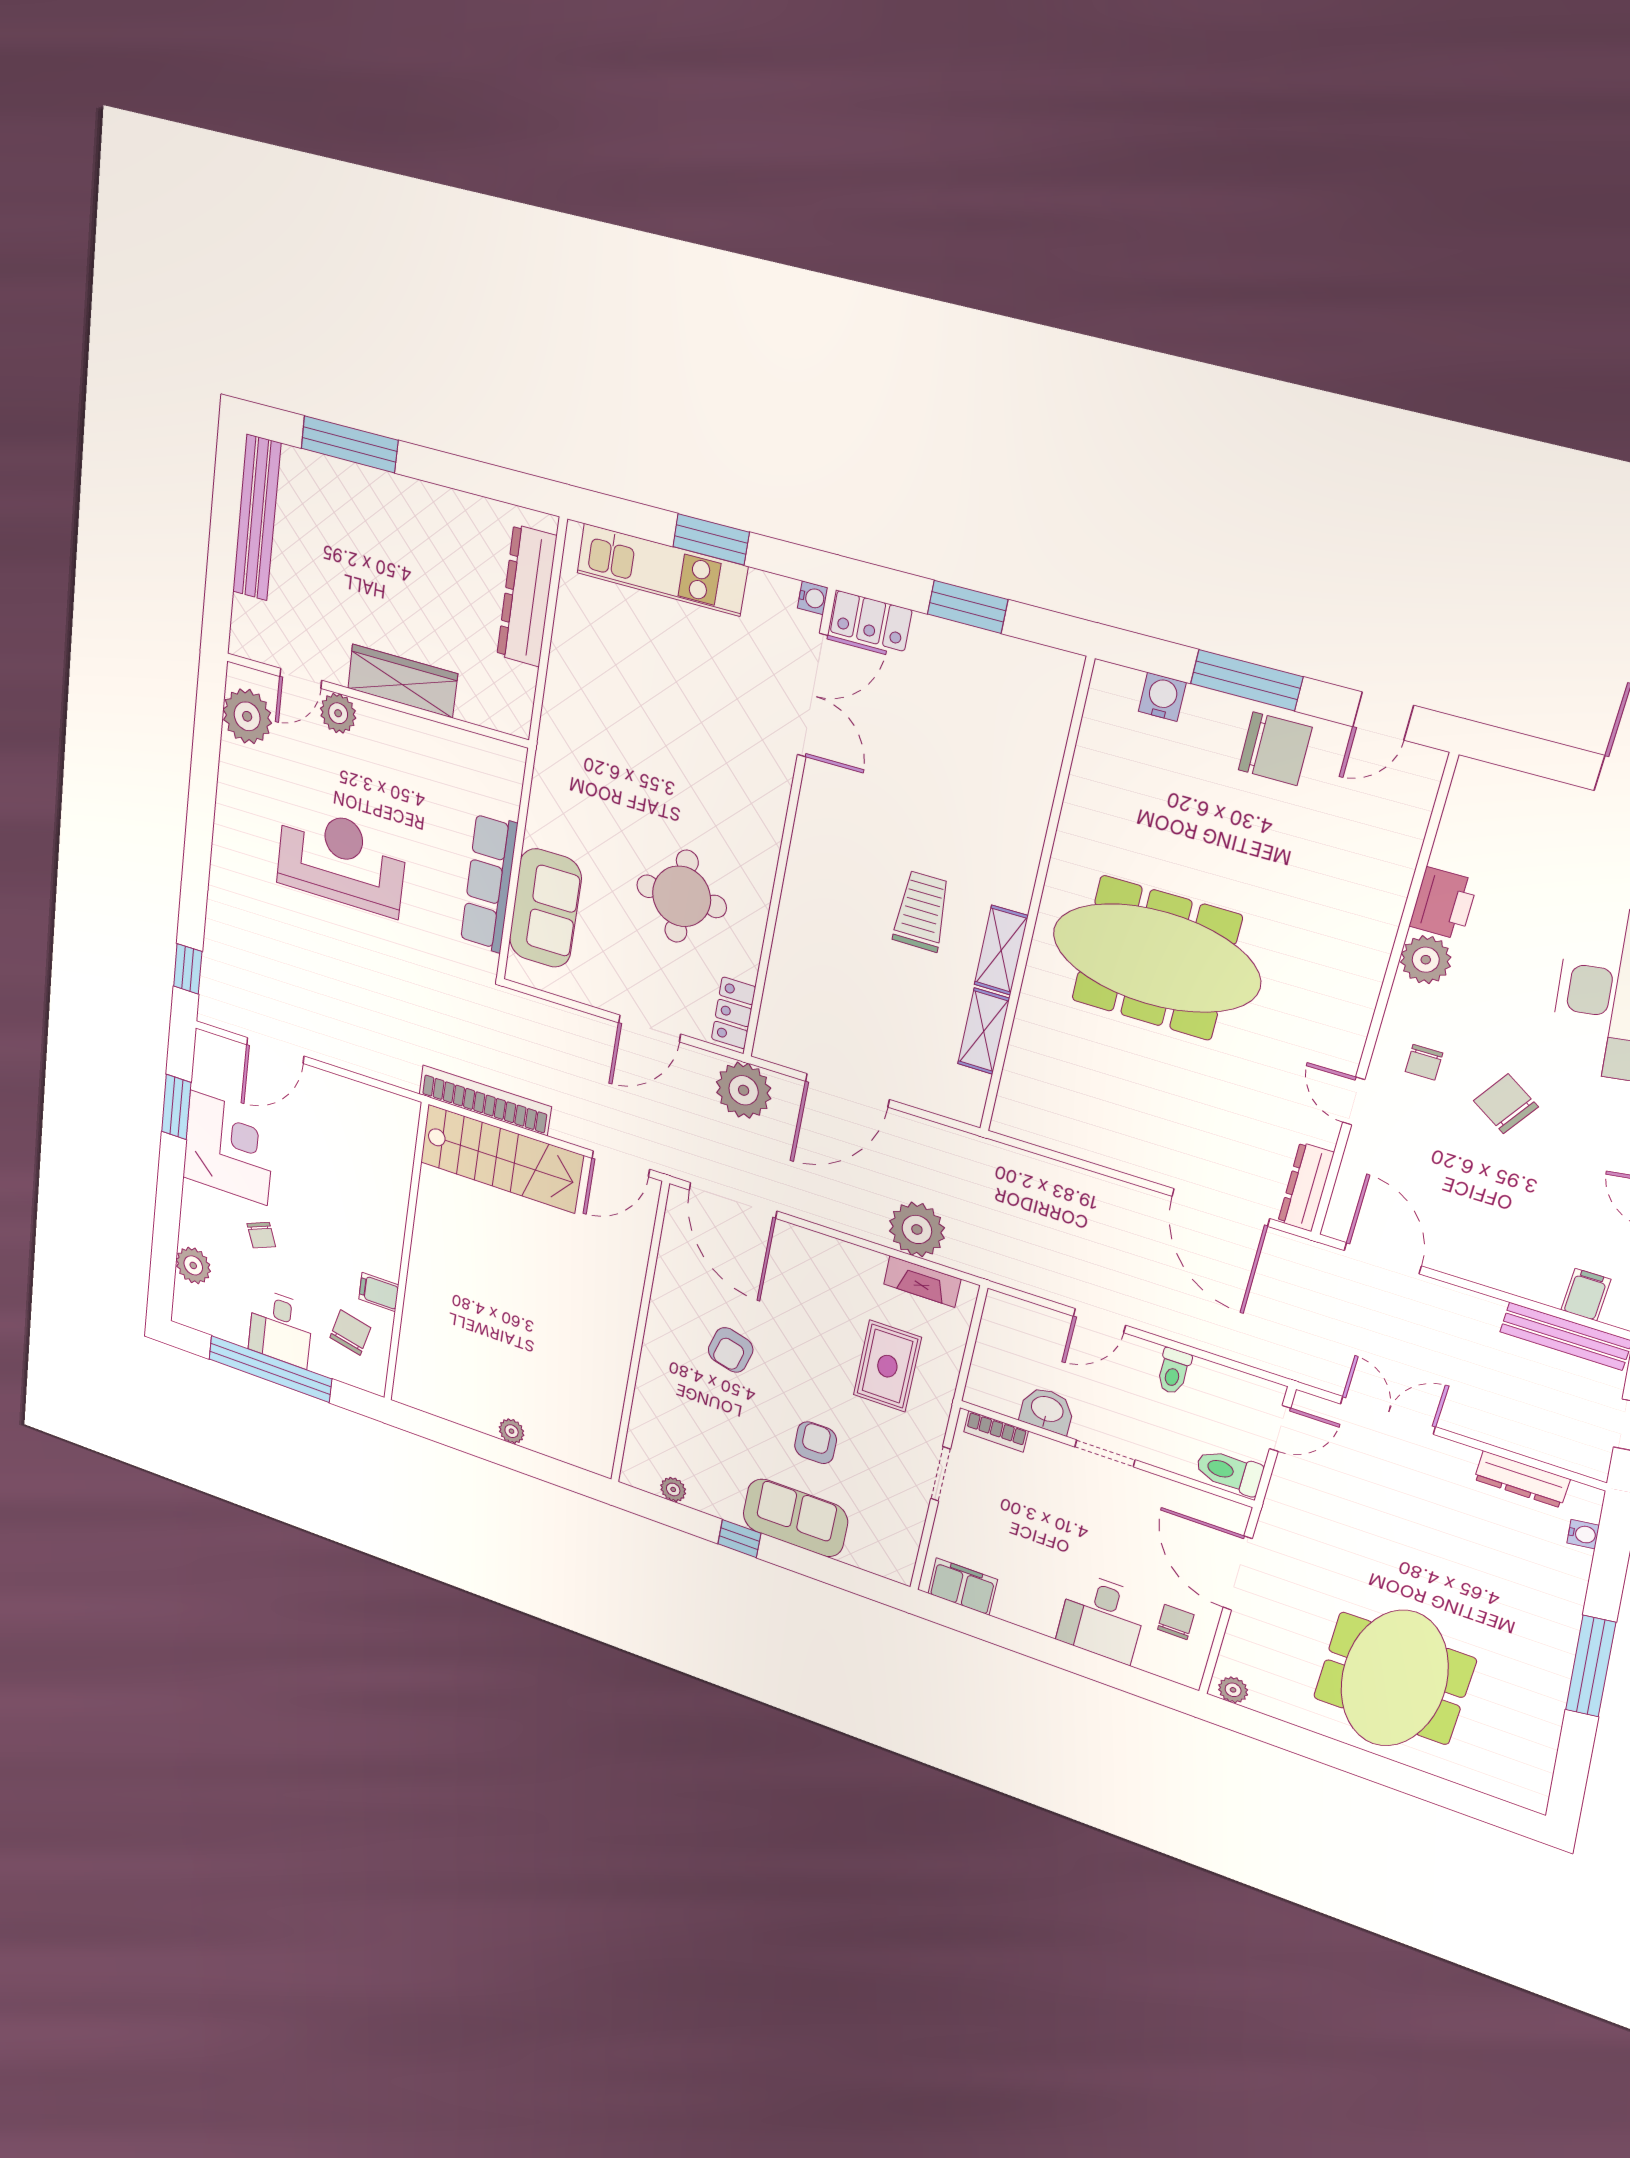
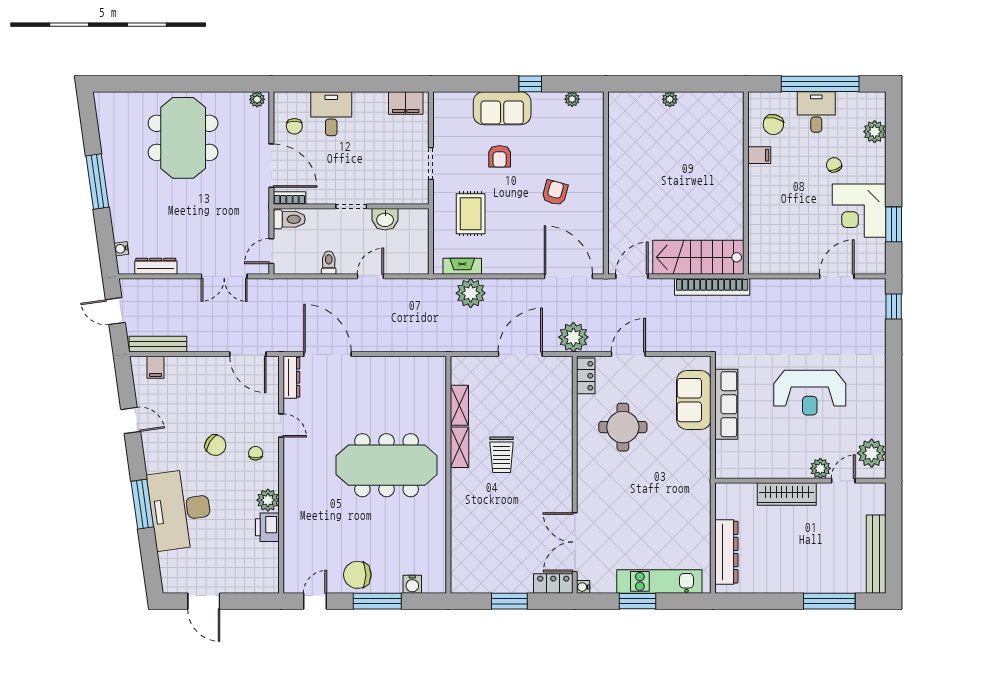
bookcase: (996, 1431) -> (289, 198), moved

